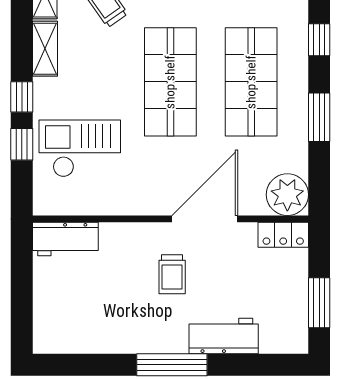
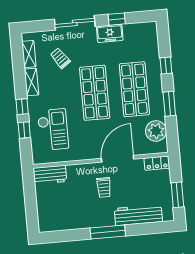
checkout: (80, 148) -> (53, 130), turned 90
plant: (287, 195) -> (156, 131), moved
workbench: (224, 336) -> (138, 215), width x1.38

